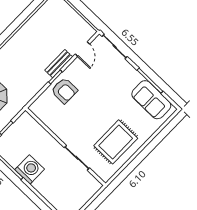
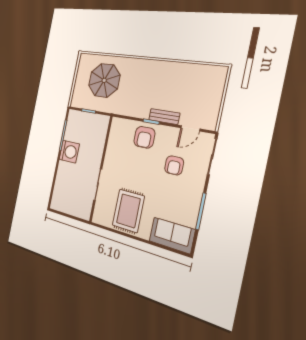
armchair: (103, 80) -> (174, 165), added
sofa: (151, 100) -> (172, 235), moved, turned 90
rug: (116, 142) -> (128, 211), turned 90

